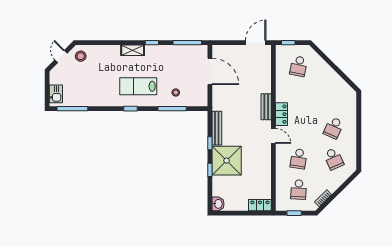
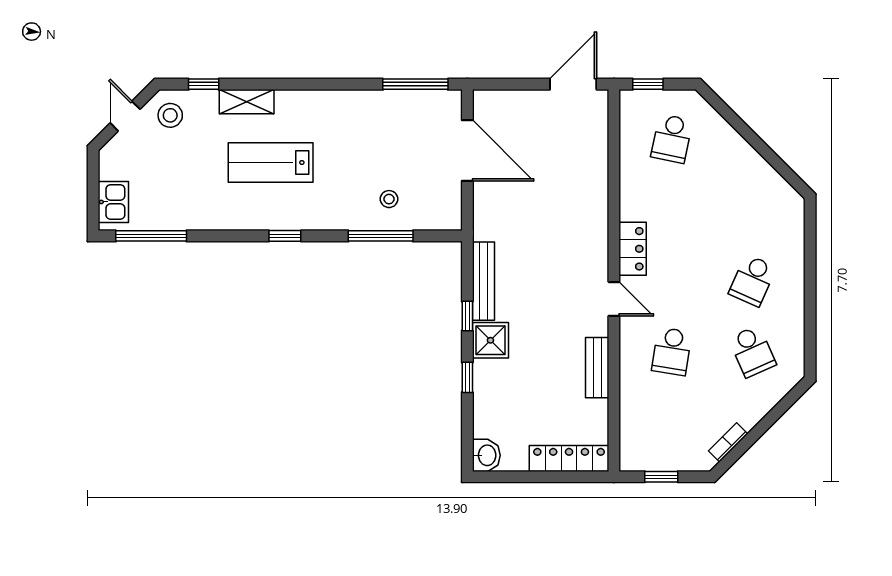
window: (152, 43) -> (204, 84), moved
shelving: (133, 50) -> (247, 102), moved
lab bench: (138, 86) -> (271, 163), moved
bench: (266, 107) -> (597, 368), moved
shower: (227, 161) -> (490, 340), width x0.54, depth x0.54
school desk: (299, 190) -> (672, 422), removed
locker: (260, 205) -> (569, 458), width x1.53

